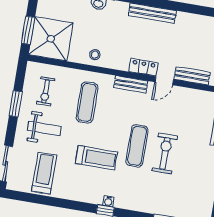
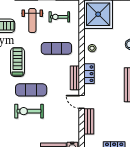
locker: (143, 67) -> (89, 74), moved
exercise bike: (165, 153) -> (29, 111), turned 180
treadmill: (96, 158) -> (17, 62), turned 180

